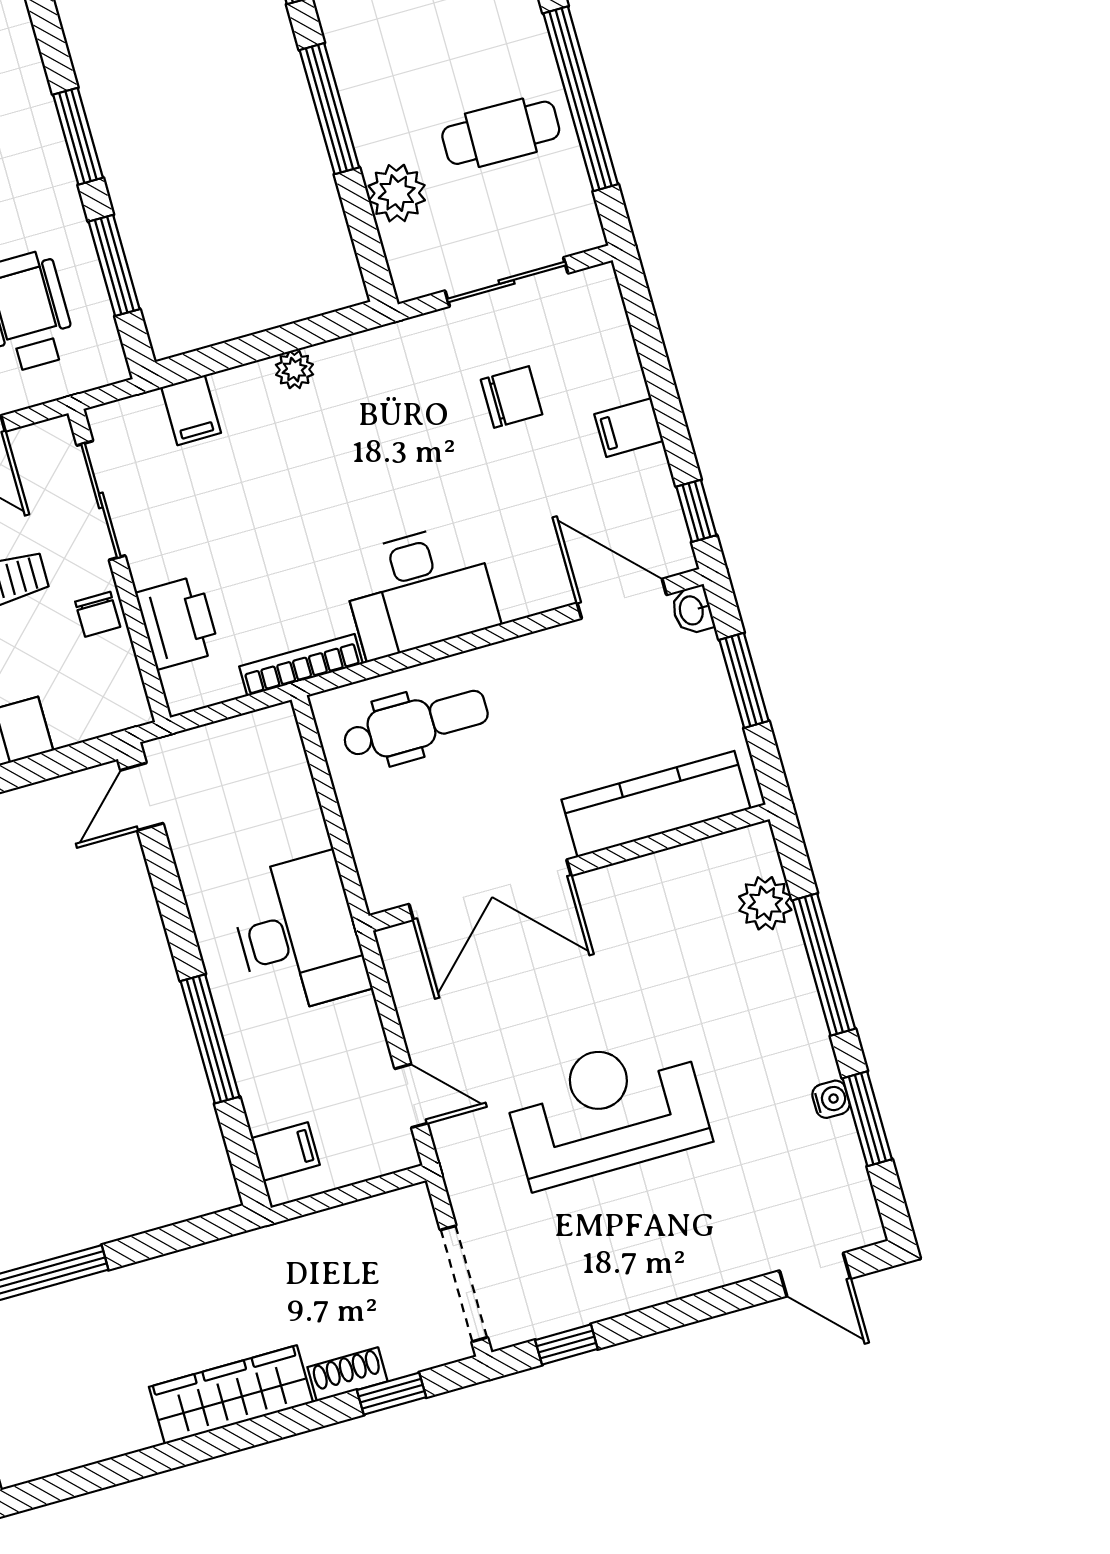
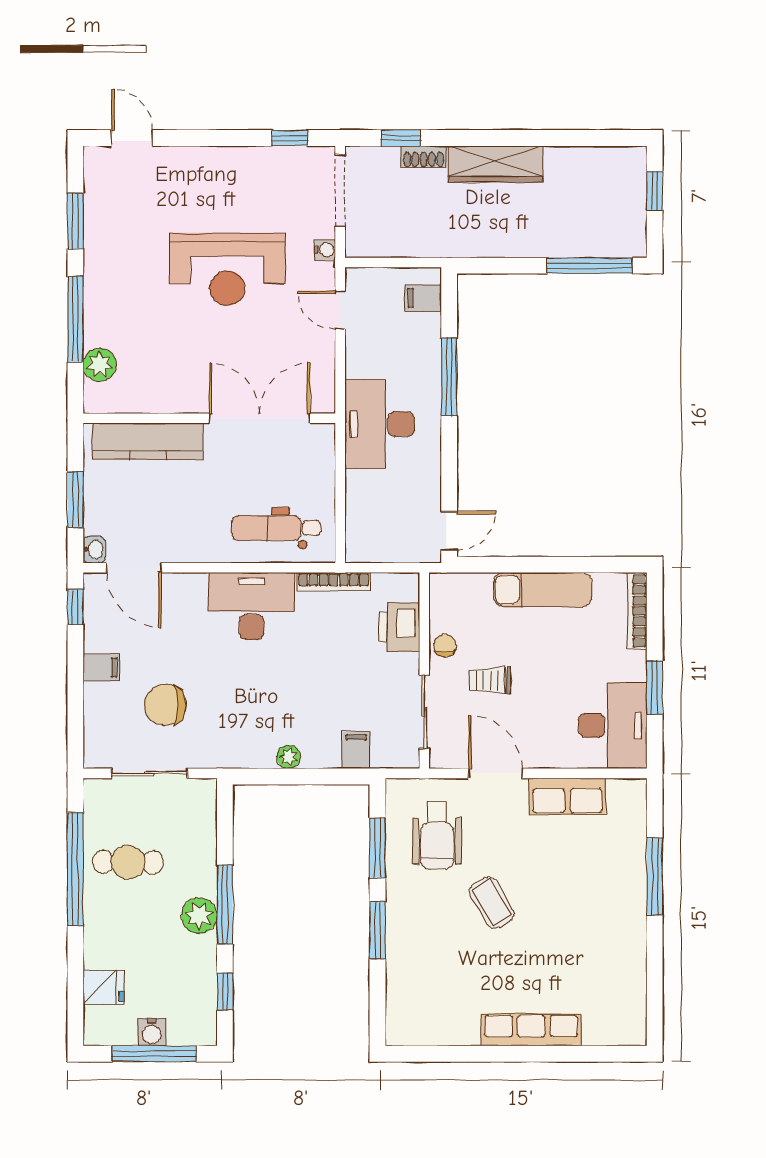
plant: (397, 193) -> (199, 916), moved
chair: (512, 397) -> (165, 705), width x1.37, depth x1.37
water cooler: (831, 1099) -> (325, 250), moved, turned 180

